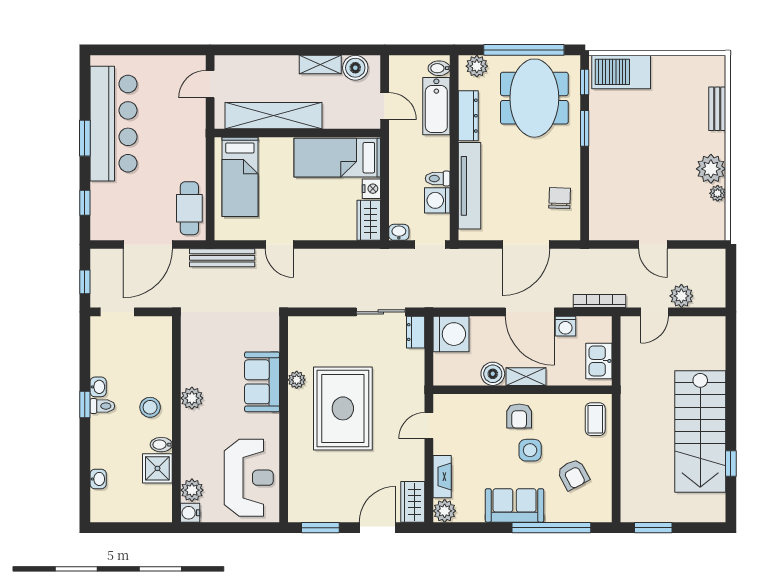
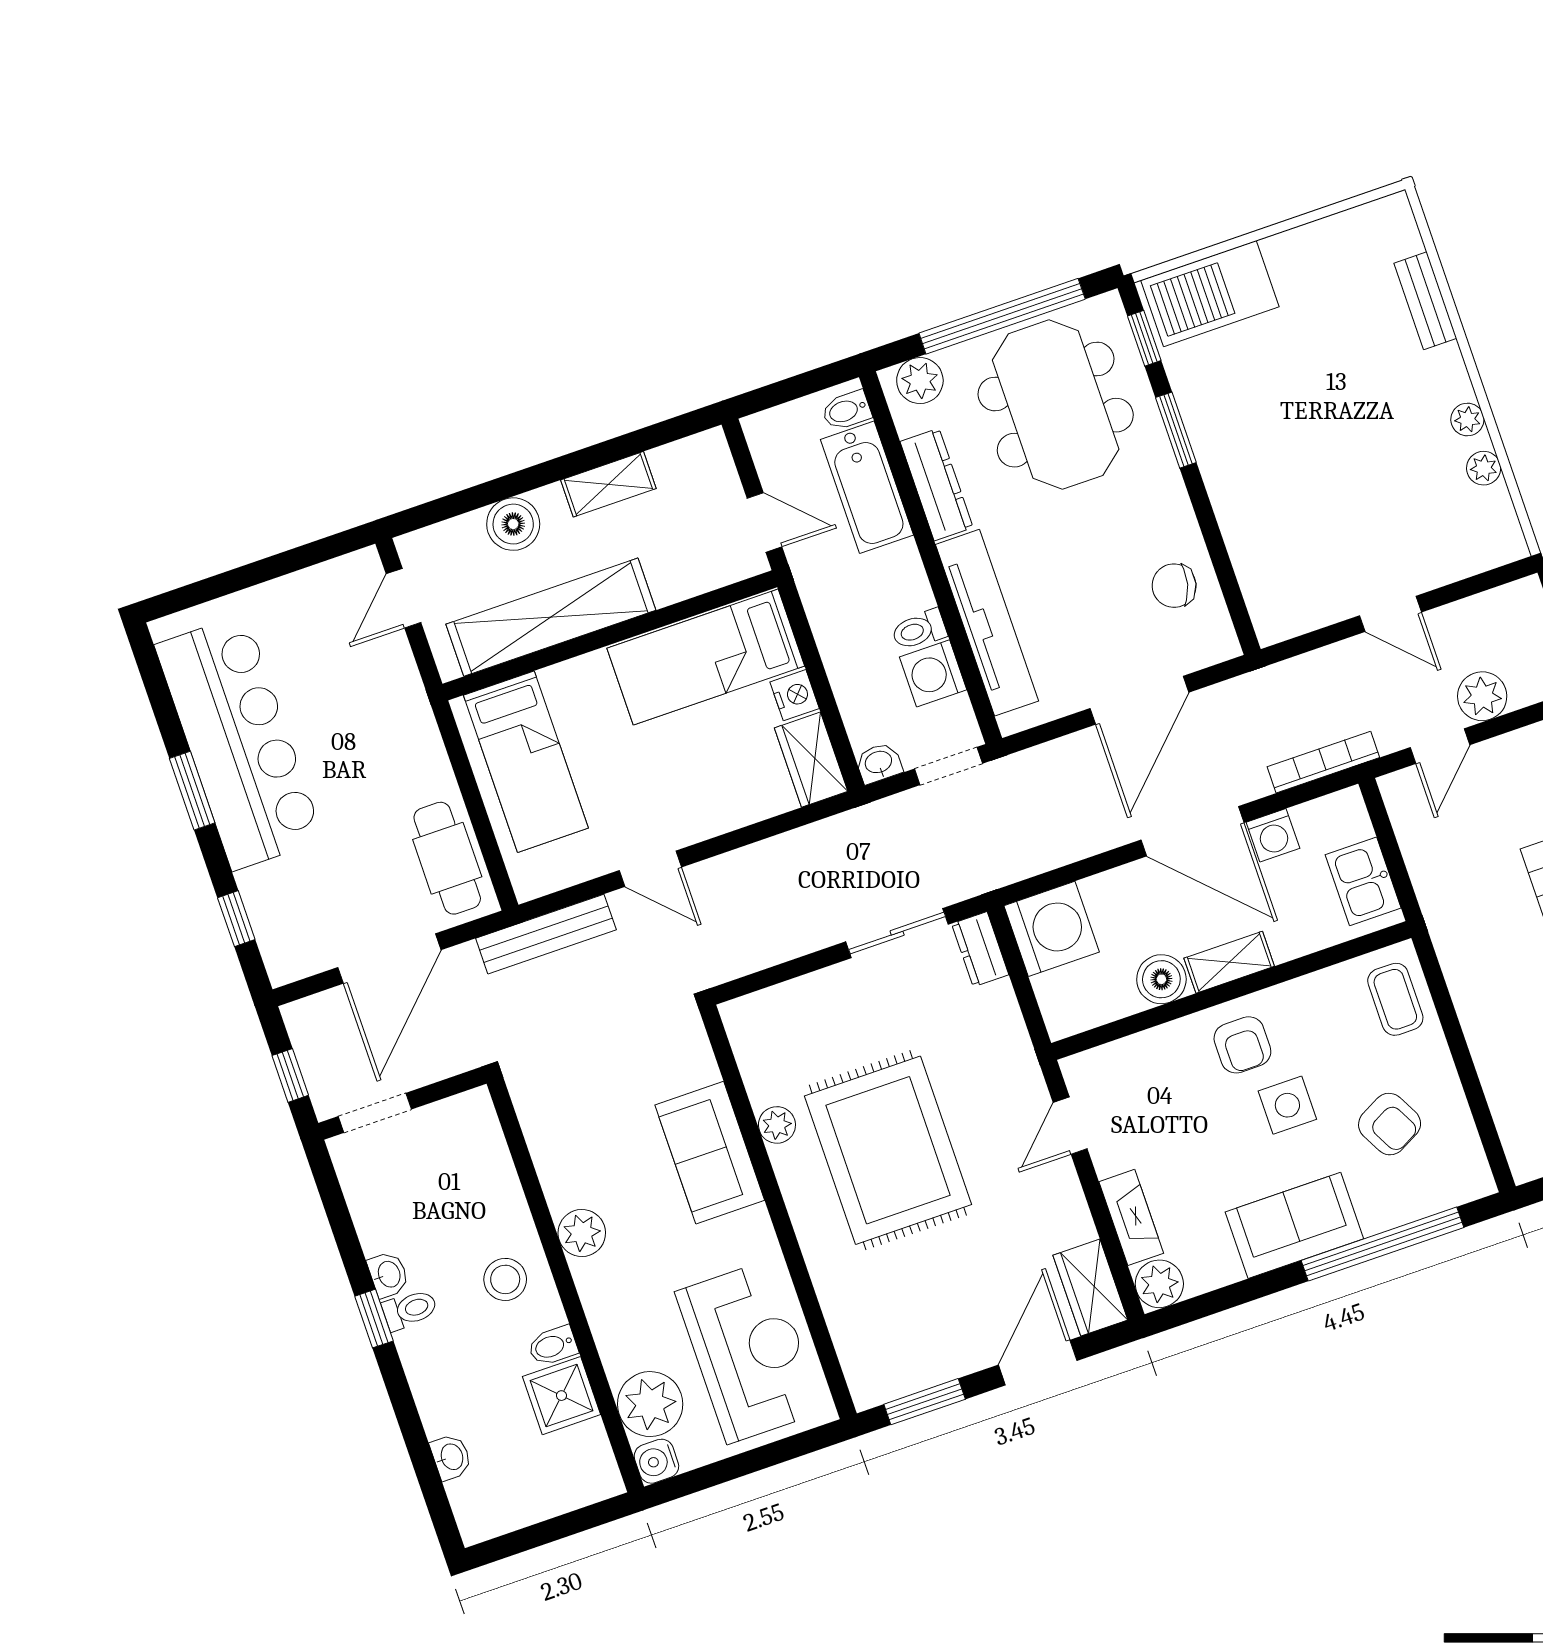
boiler: (355, 68) -> (513, 524), moved
plant: (711, 169) -> (1467, 419), width x0.53, depth x0.53
chair: (560, 198) -> (1174, 586), turned -78
plant: (192, 490) -> (650, 1404), width x1.36, depth x1.36

